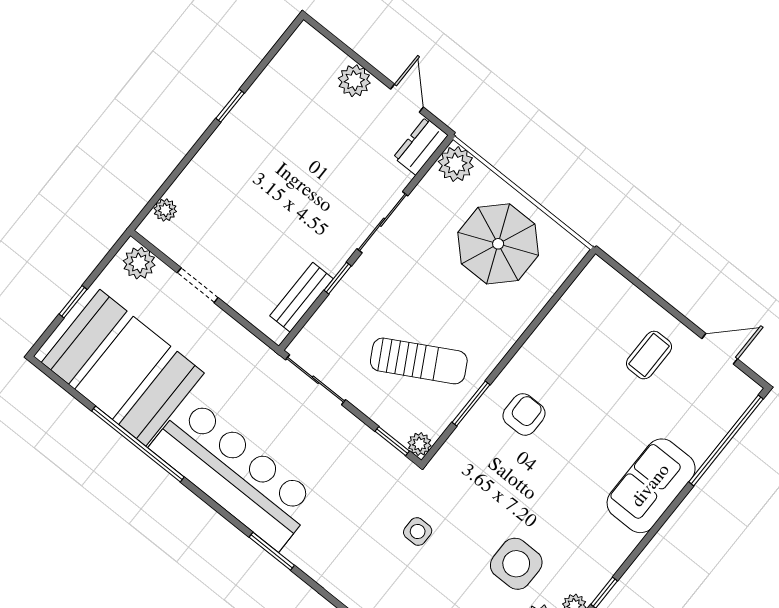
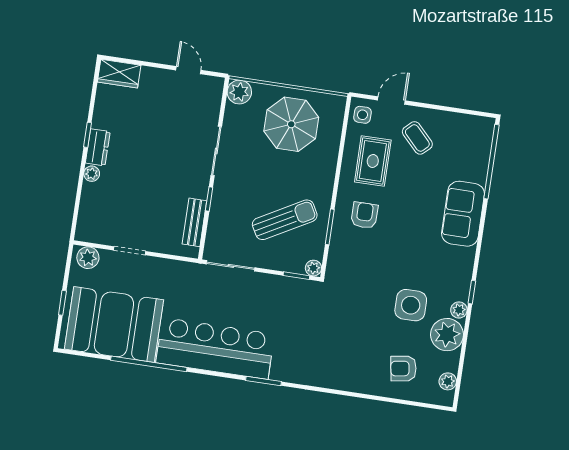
wardrobe: (316, 51) -> (119, 74), added
plant: (354, 81) -> (152, 78), removed
dresser: (421, 146) -> (98, 147), moved, turned 180
plant: (165, 210) -> (92, 174), moved
door: (720, 349) -> (391, 100), moved
rug: (575, 351) -> (373, 161), added
coffee table: (649, 355) -> (417, 138), turned -44
side table: (418, 532) -> (363, 115), moved

